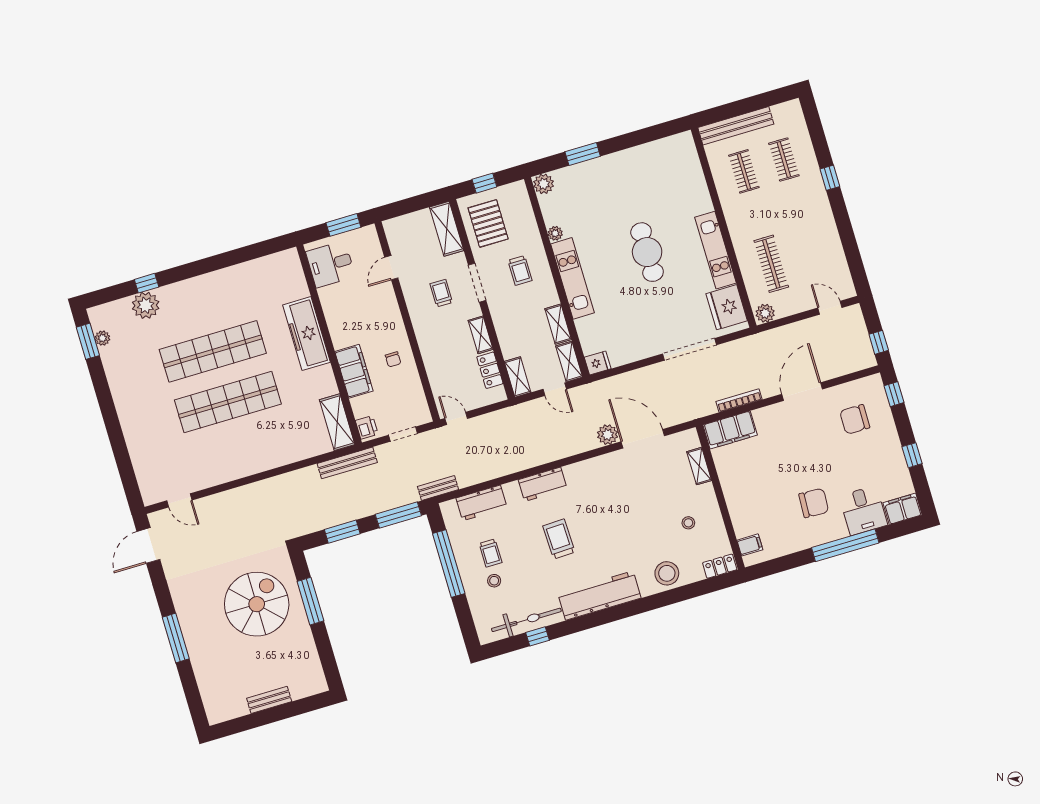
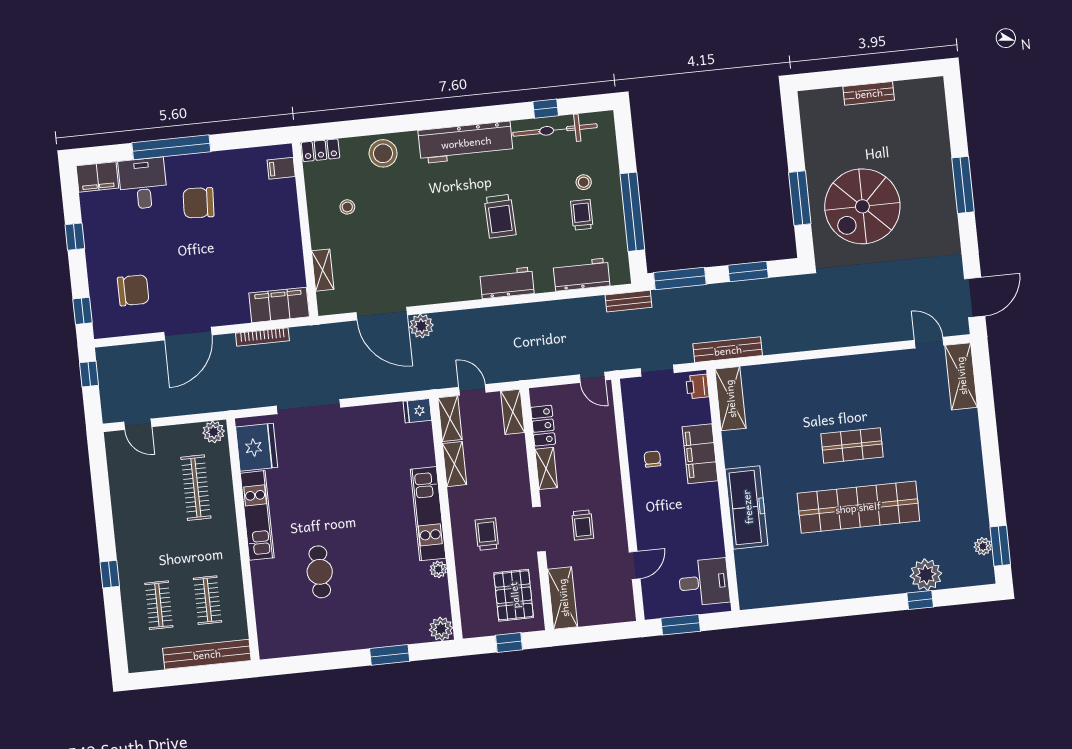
cafe table: (647, 252) -> (320, 572), moved, width x0.73, depth x0.74
shop shelf: (228, 402) -> (852, 445), width x0.50, depth x0.74
shelving: (147, 477) -> (961, 376), added

